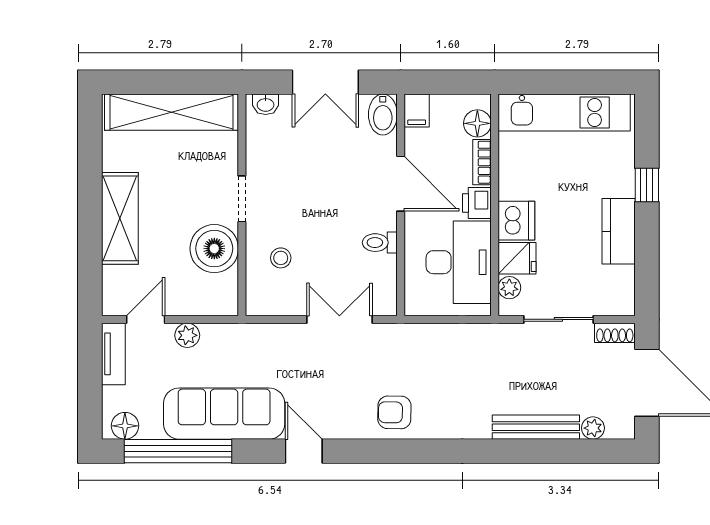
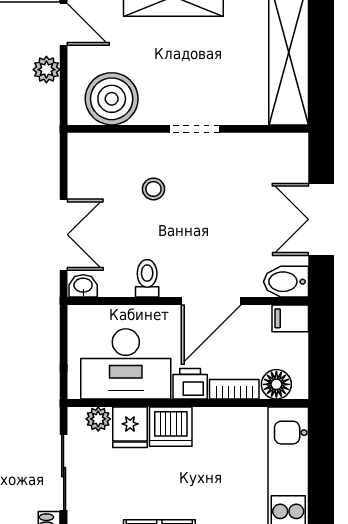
washbasin: (266, 104) -> (83, 286), moved, turned 90
boiler: (214, 249) -> (112, 99), moved
stool: (281, 258) -> (153, 189), moved

